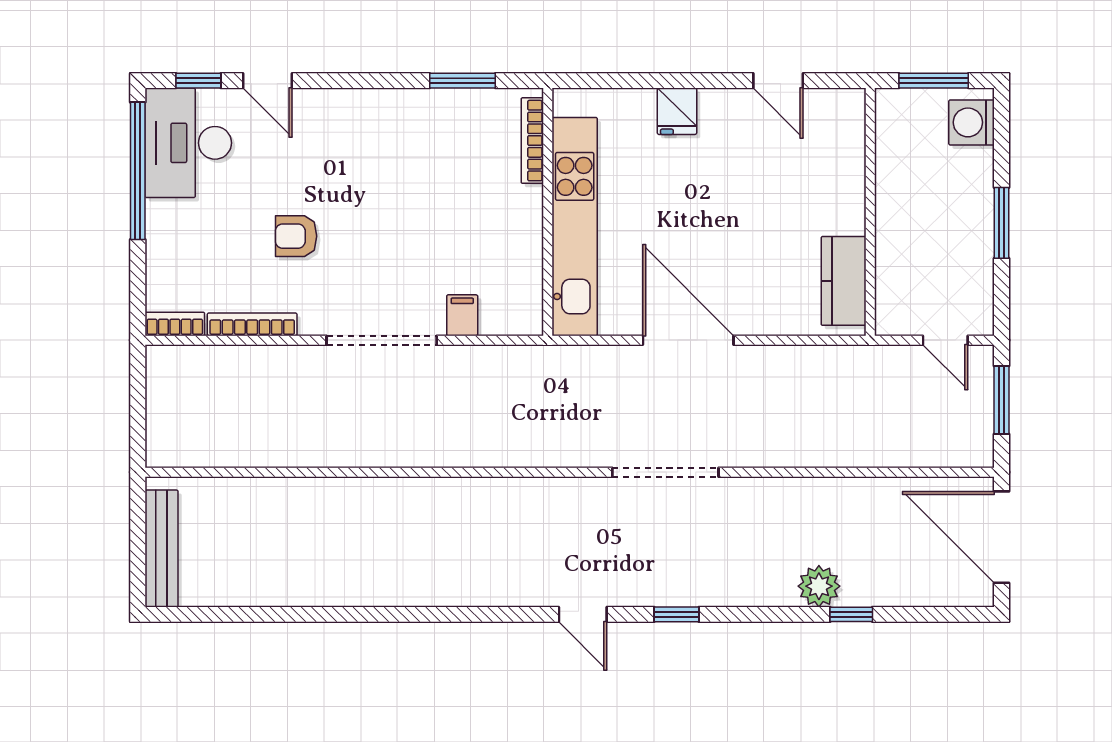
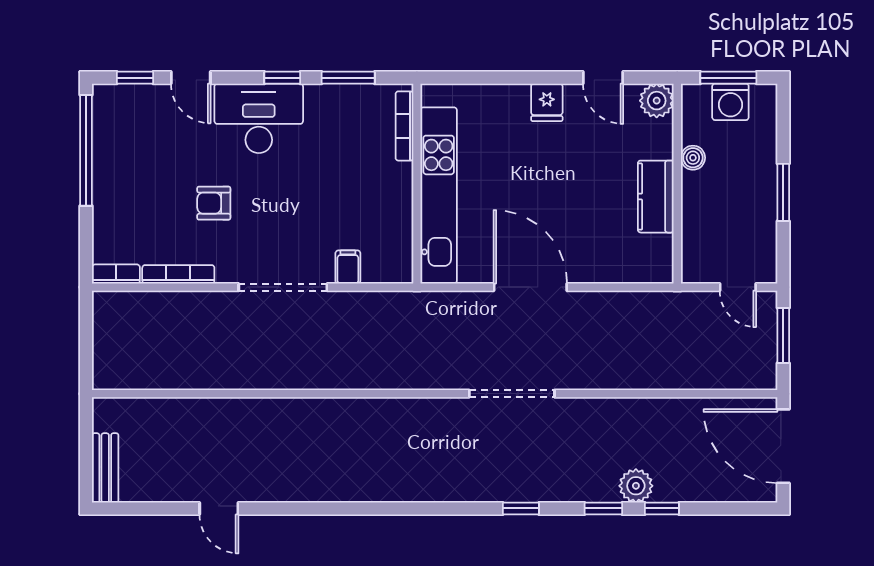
window: (381, 81) -> (282, 78), added
plant: (845, 109) -> (657, 101), added
fridge: (677, 111) -> (547, 102), moved
washing machine: (972, 122) -> (730, 102), moved, turned -90
desk: (188, 143) -> (259, 118), moved, turned 90
boiler: (890, 180) -> (693, 158), added
kitchen counter: (844, 281) -> (656, 197), moved
bench: (162, 549) -> (105, 468), width x0.73
door: (583, 614) -> (219, 508), moved
window: (779, 614) -> (603, 508), added

